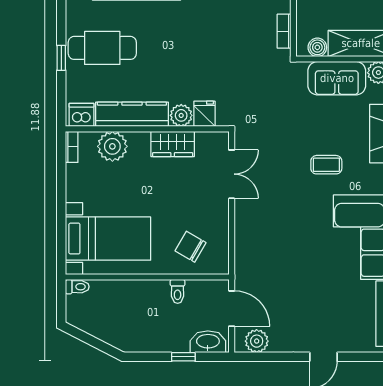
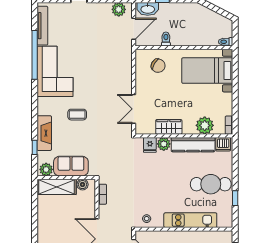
window: (61, 58) -> (235, 198), moved
door: (232, 309) -> (134, 29), swing flipped

